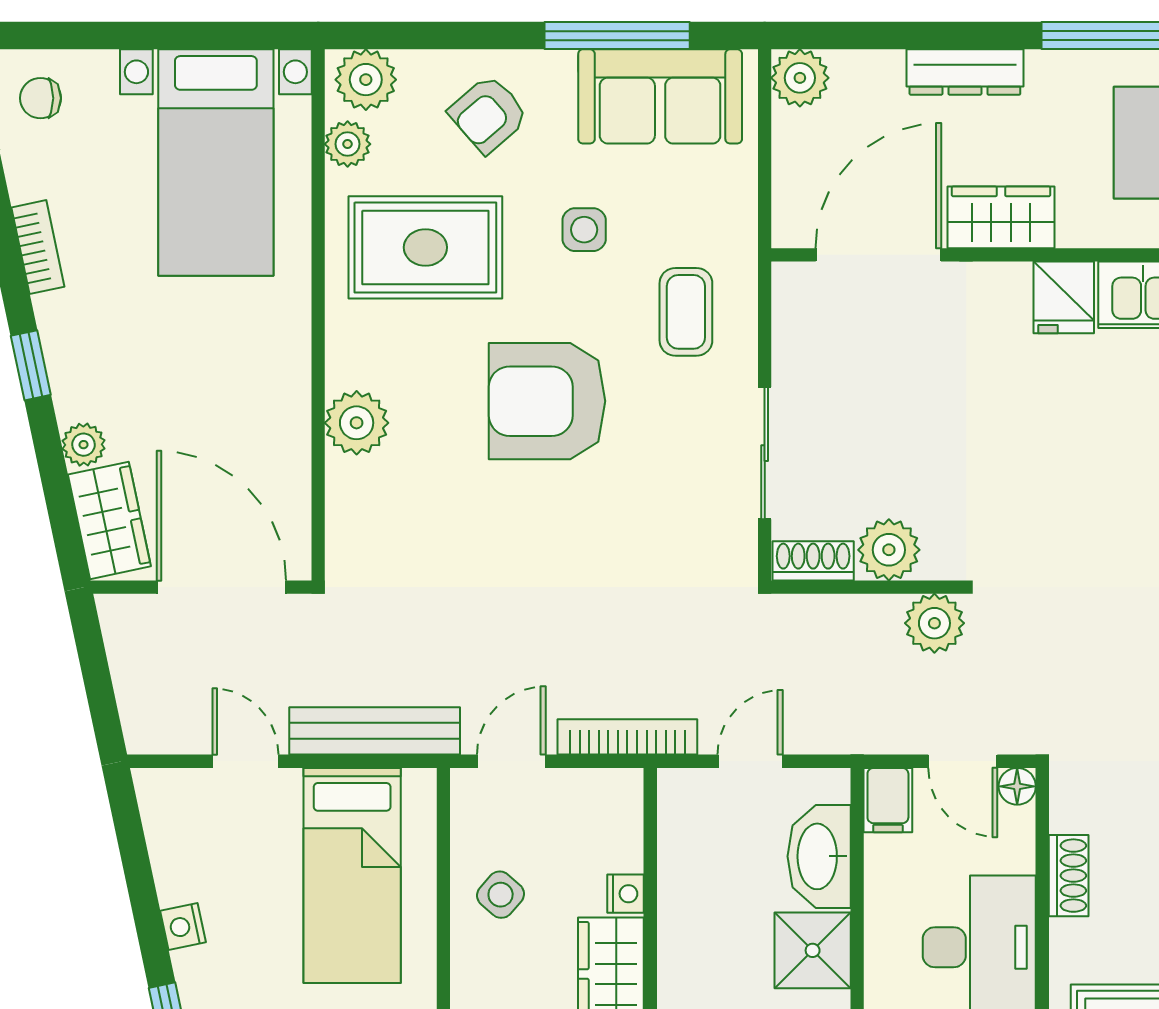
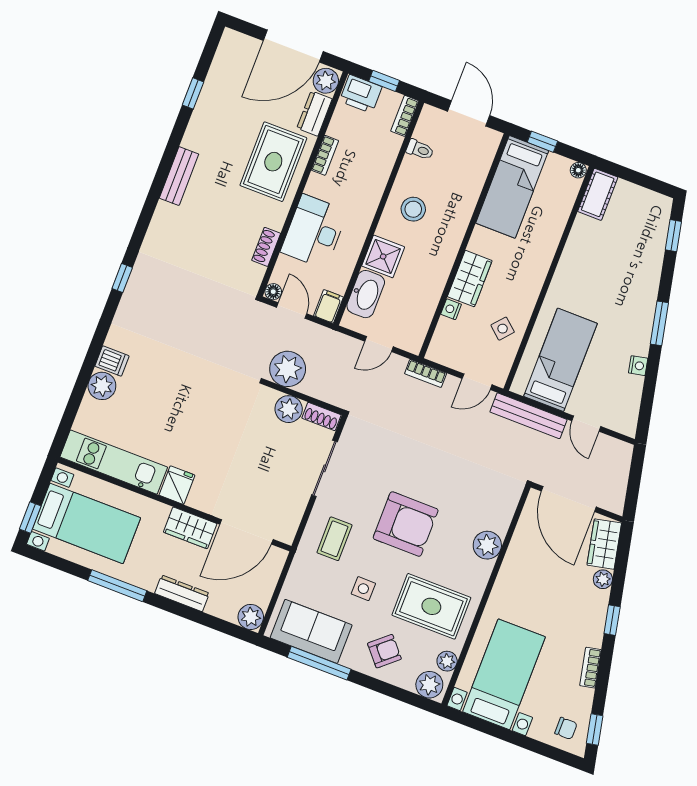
plant: (934, 623) -> (288, 369), width x1.36, depth x1.36
bookcase: (627, 737) -> (426, 373), width x0.64

